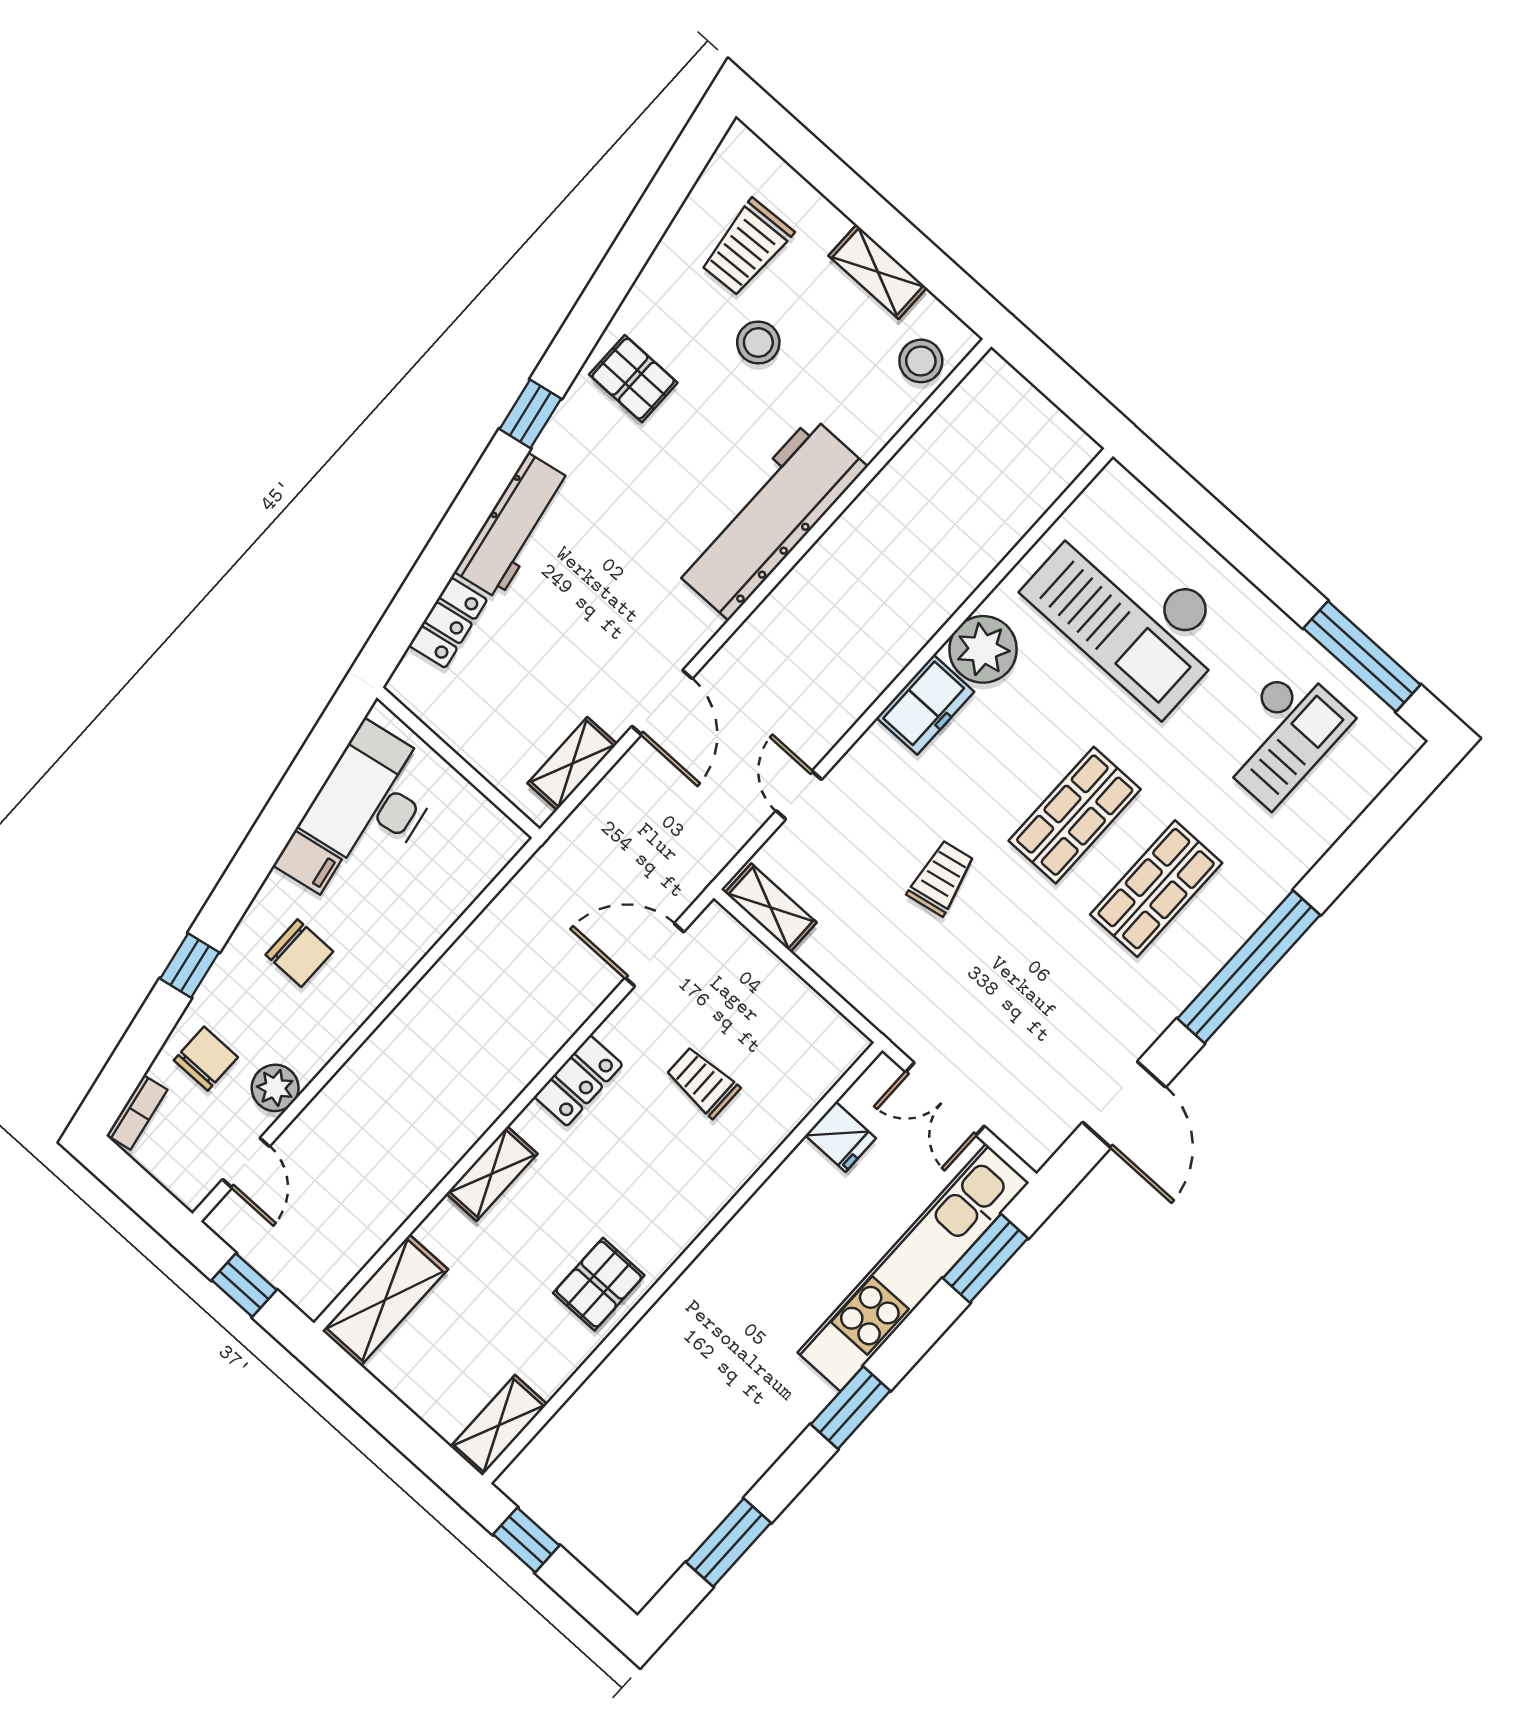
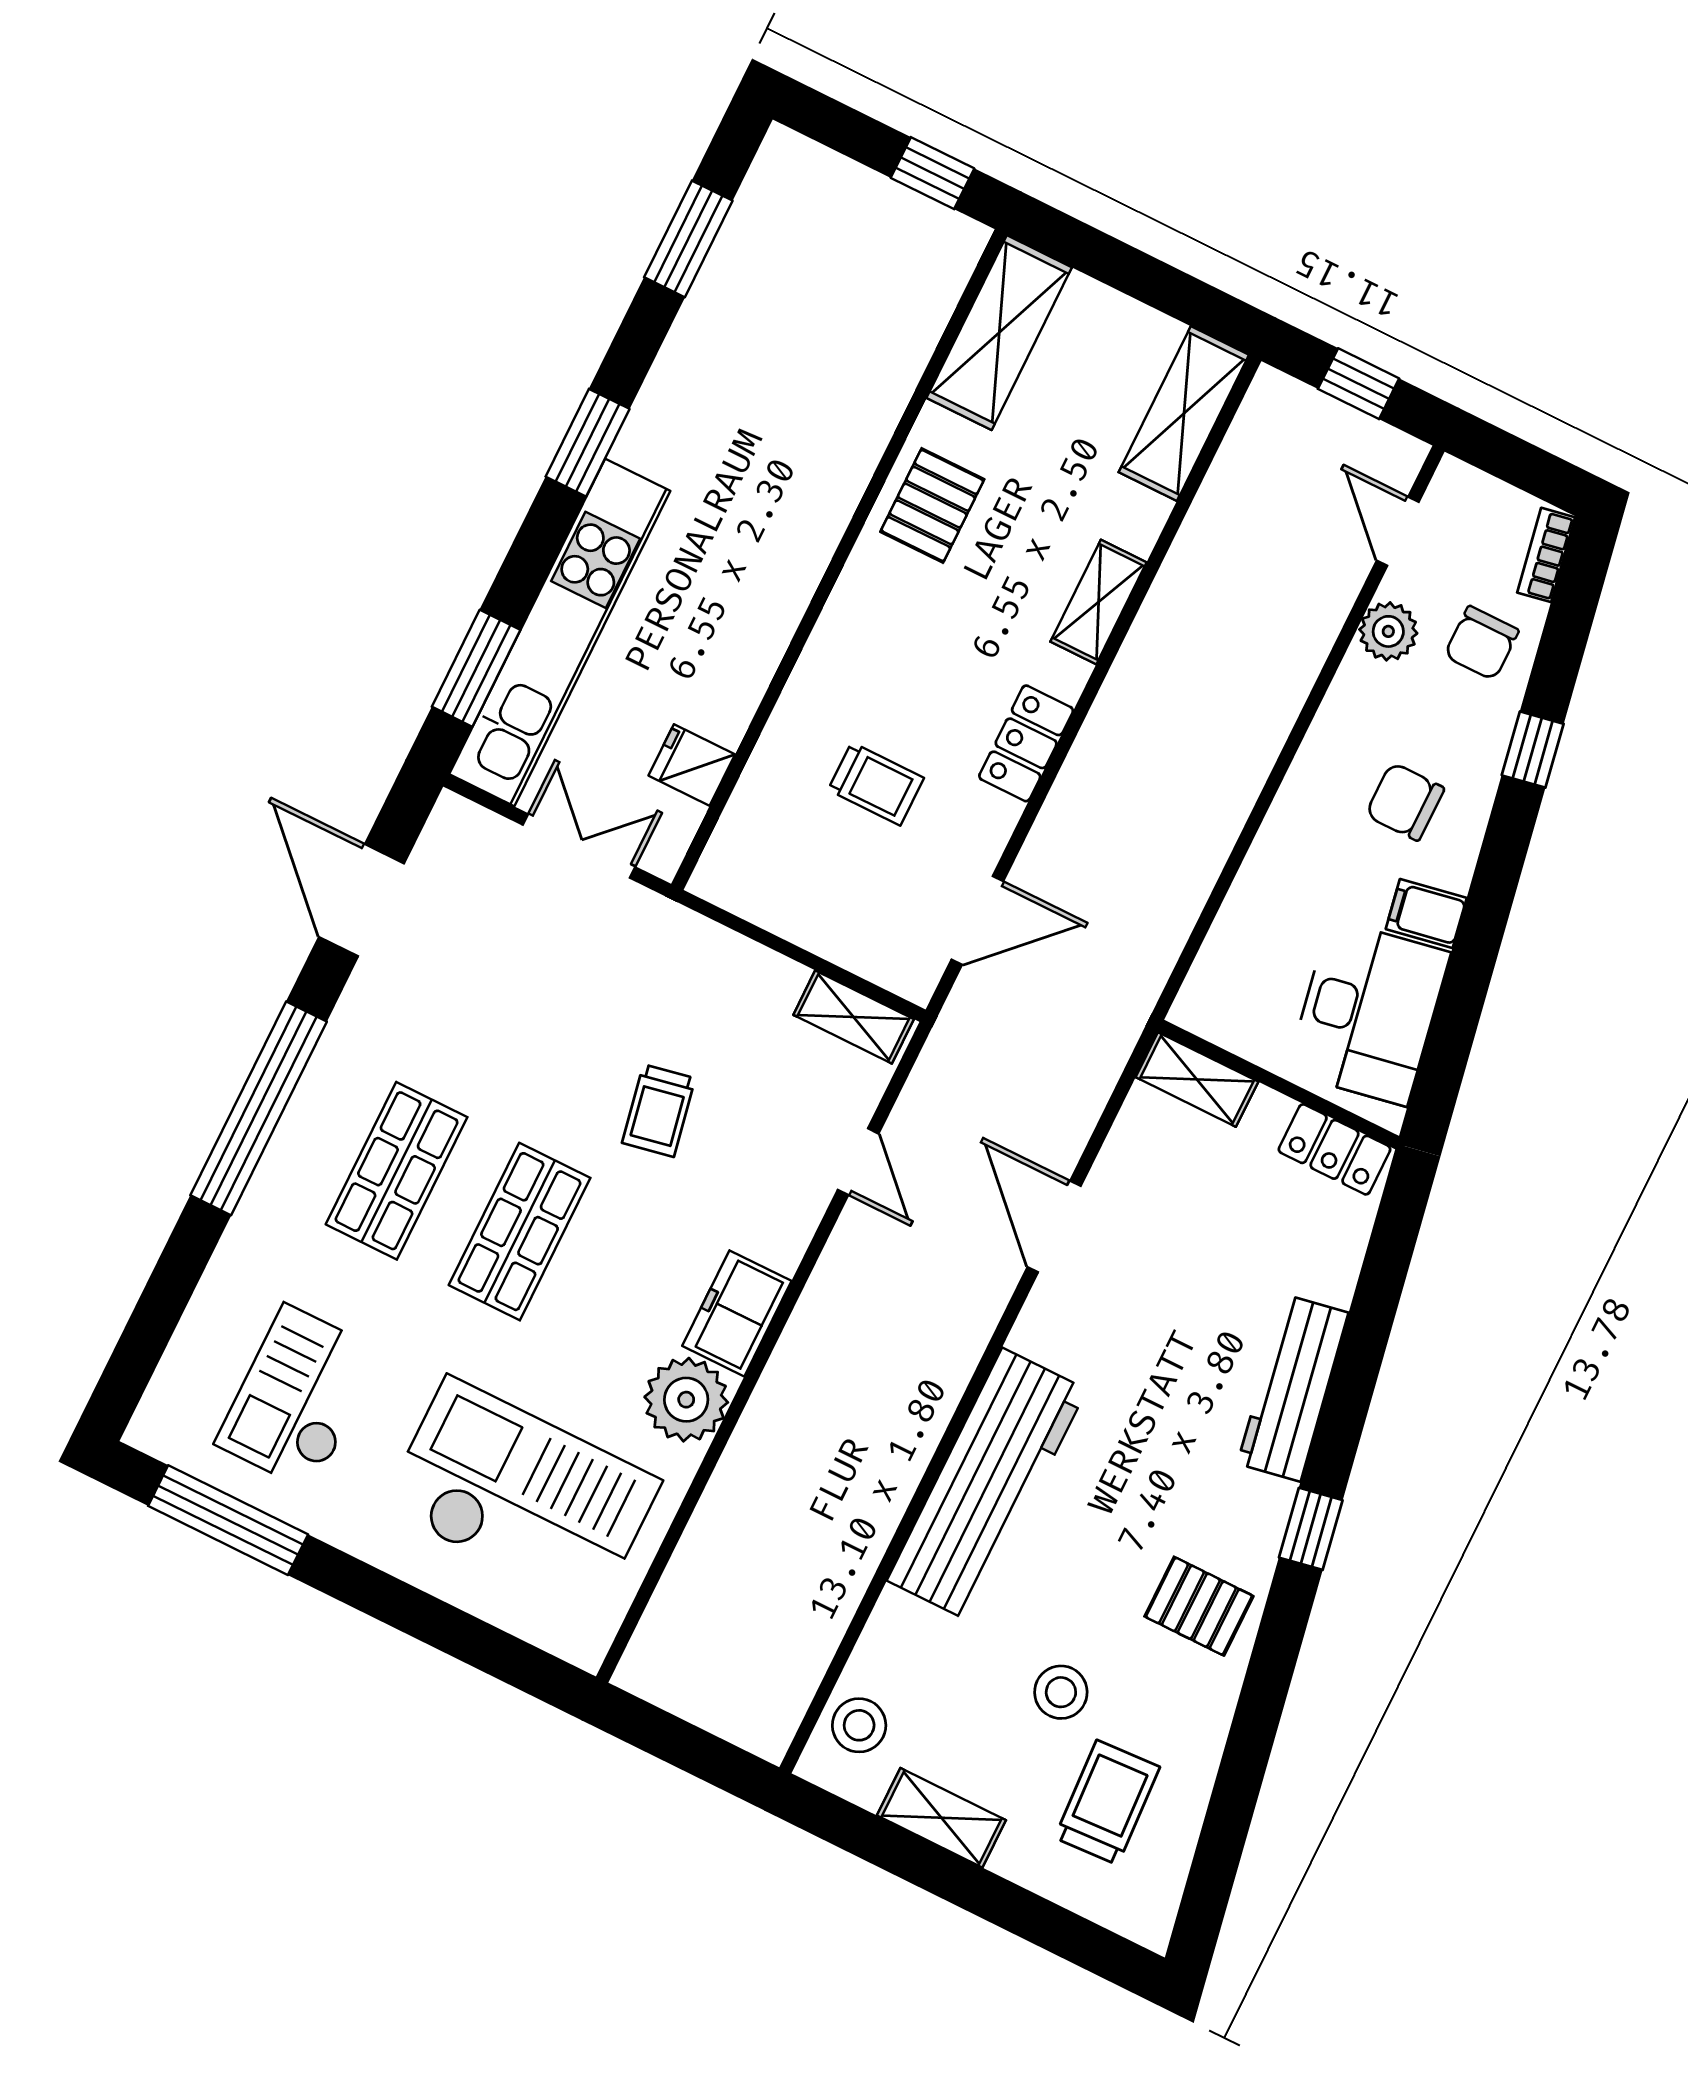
locker: (448, 623) -> (1335, 1149), moved, turned -80
shelving: (572, 764) -> (1197, 1079), moved, turned 90
shelving: (499, 1425) -> (999, 333), width x1.50, depth x1.33

